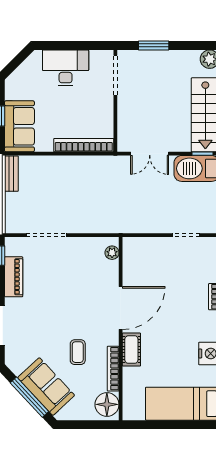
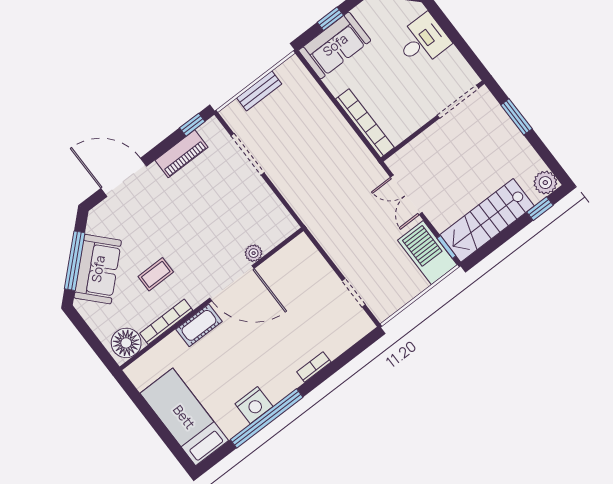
desk: (66, 68) -> (423, 41), width x0.73
bench: (11, 174) -> (259, 91), moved
plant: (112, 253) -> (254, 253), moved

